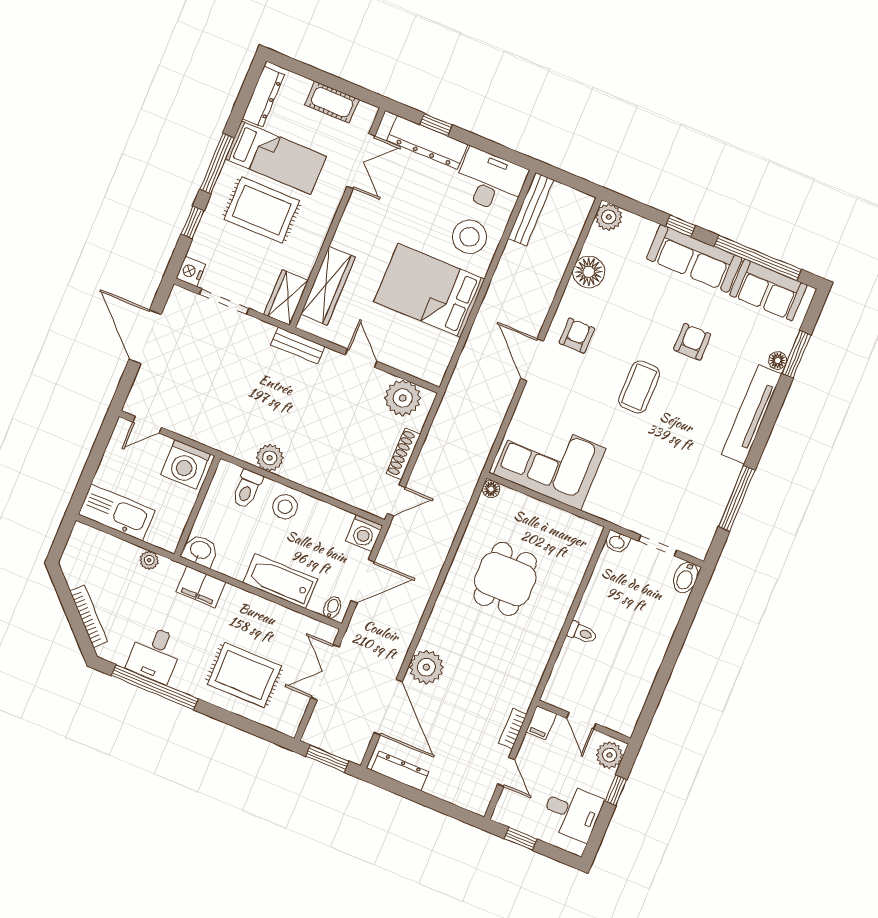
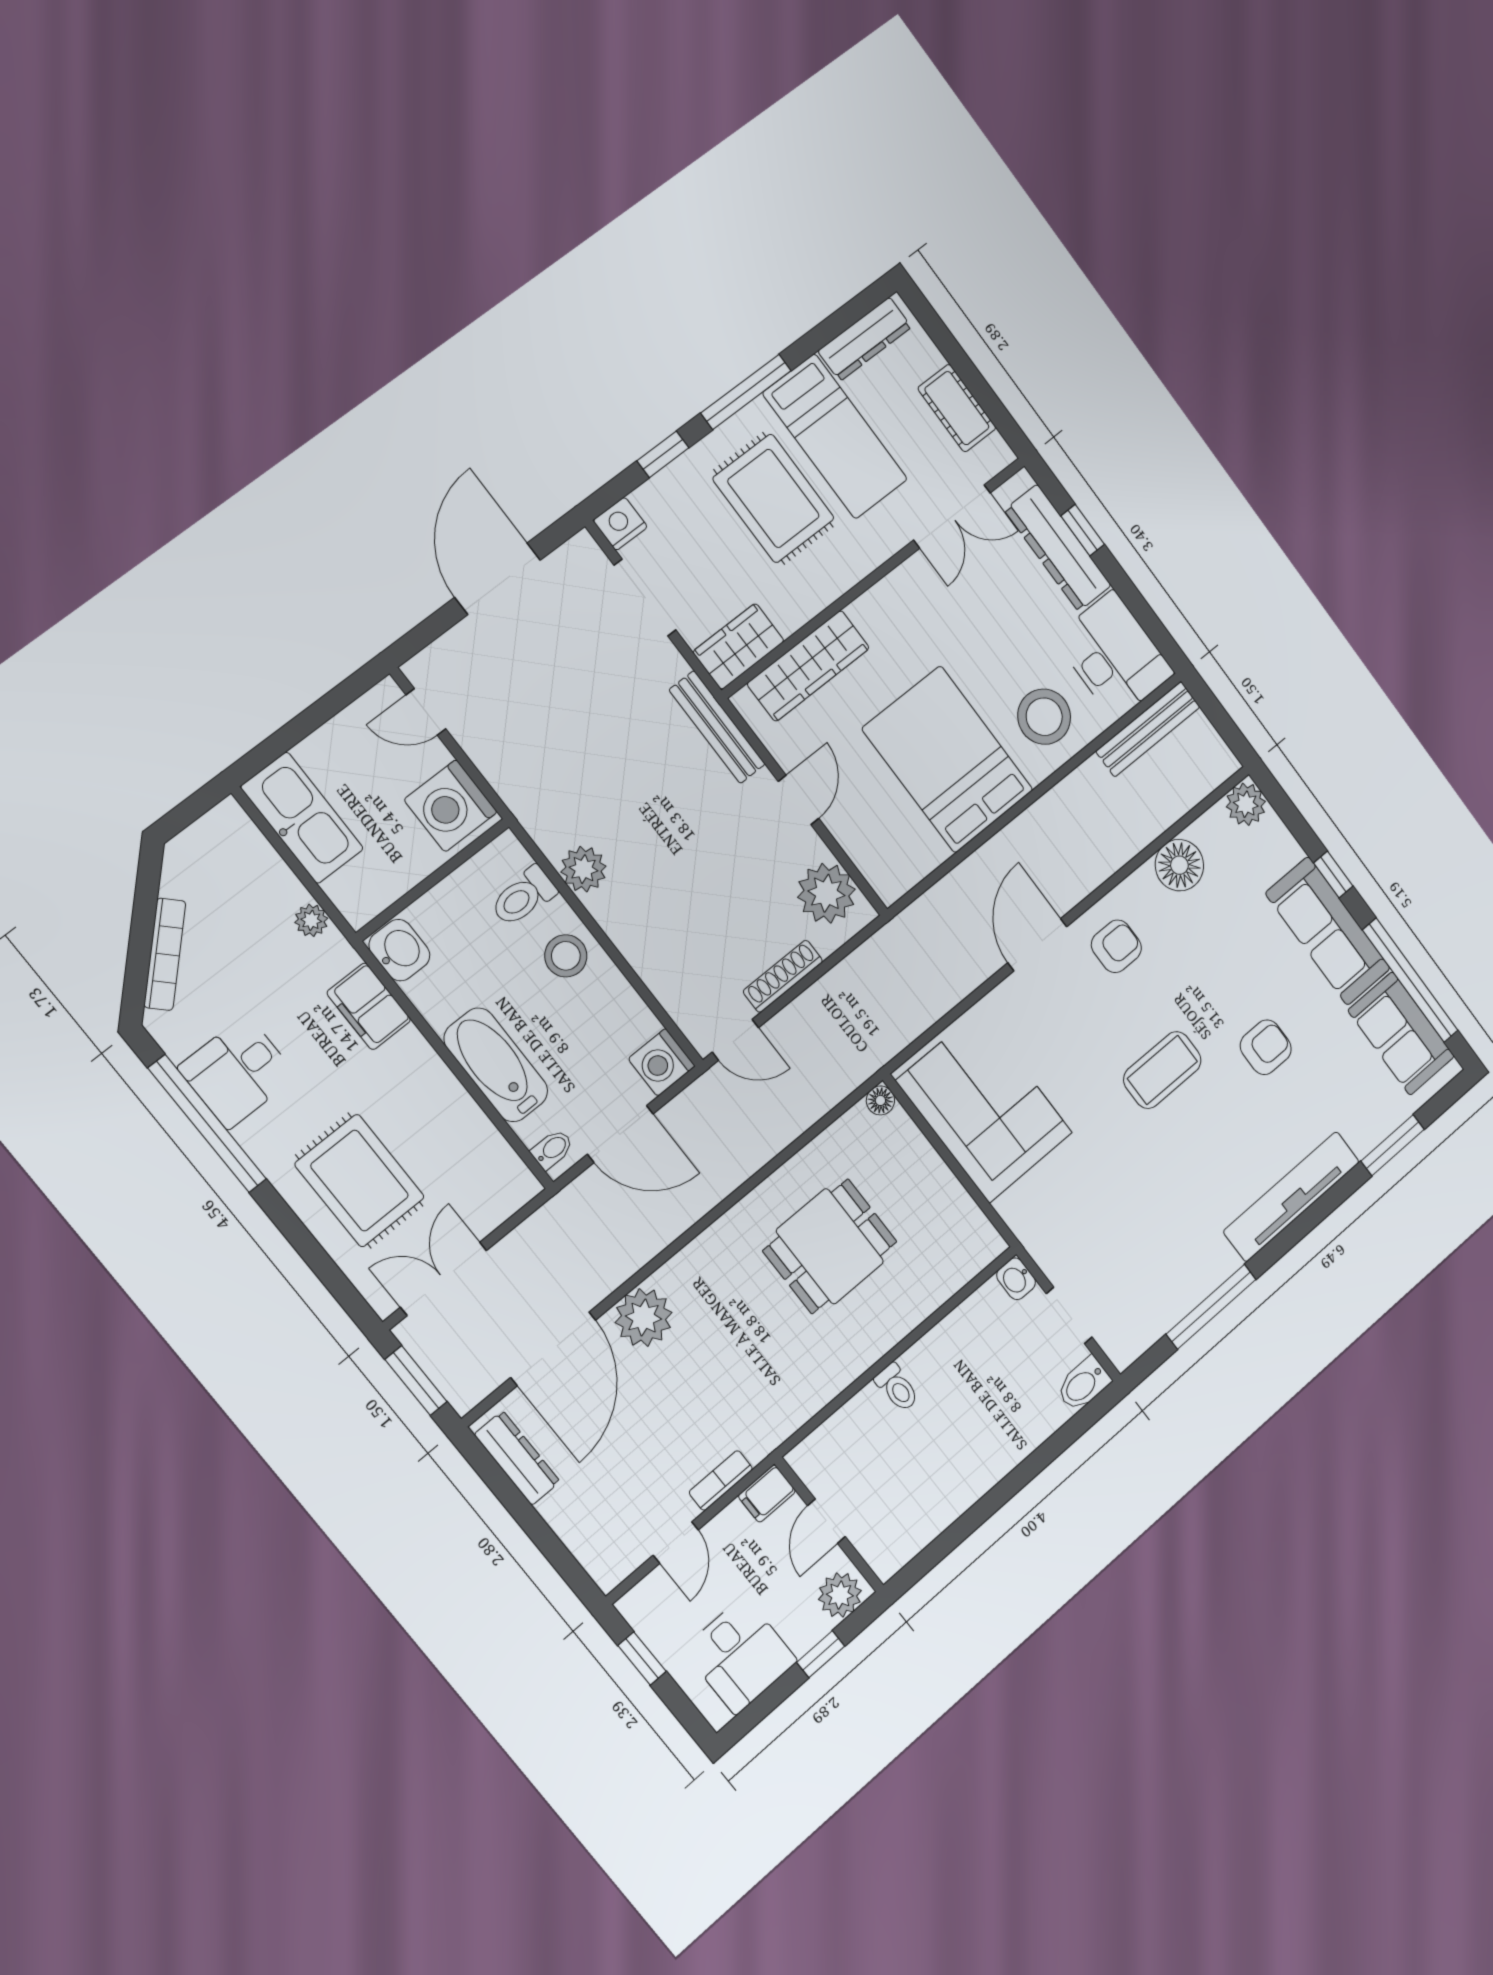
bench: (298, 346) -> (717, 727), width x1.36
floor lamp: (778, 361) -> (1364, 1140), removed
double door: (325, 672) -> (444, 1279), moved

